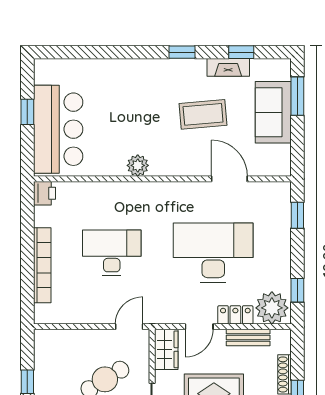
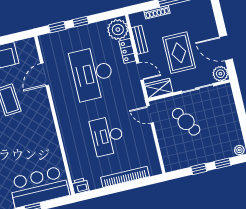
plant: (138, 165) -> (50, 133), removed
window: (297, 290) -> (81, 22), moved

